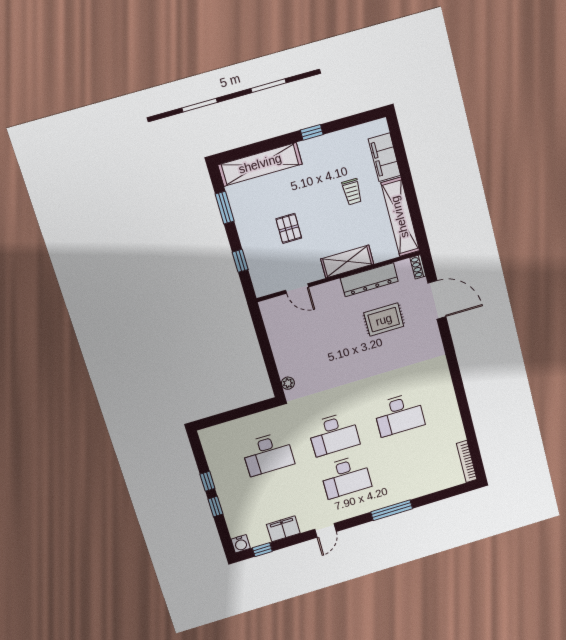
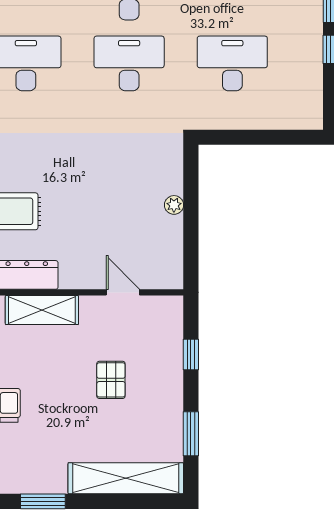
window: (312, 132) -> (43, 501), width x1.50
plant: (288, 383) -> (174, 205), moved

